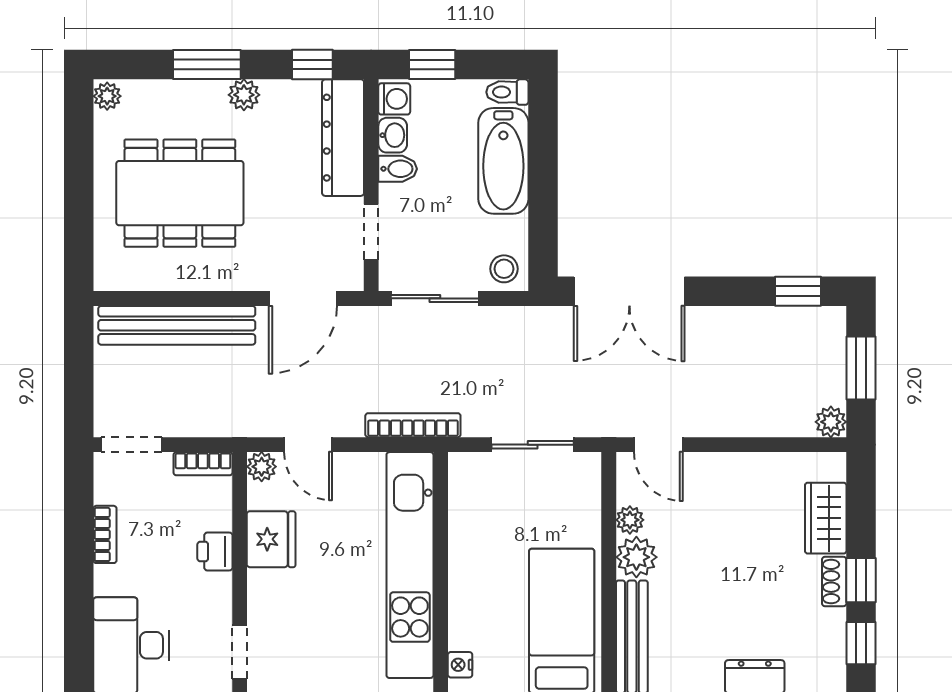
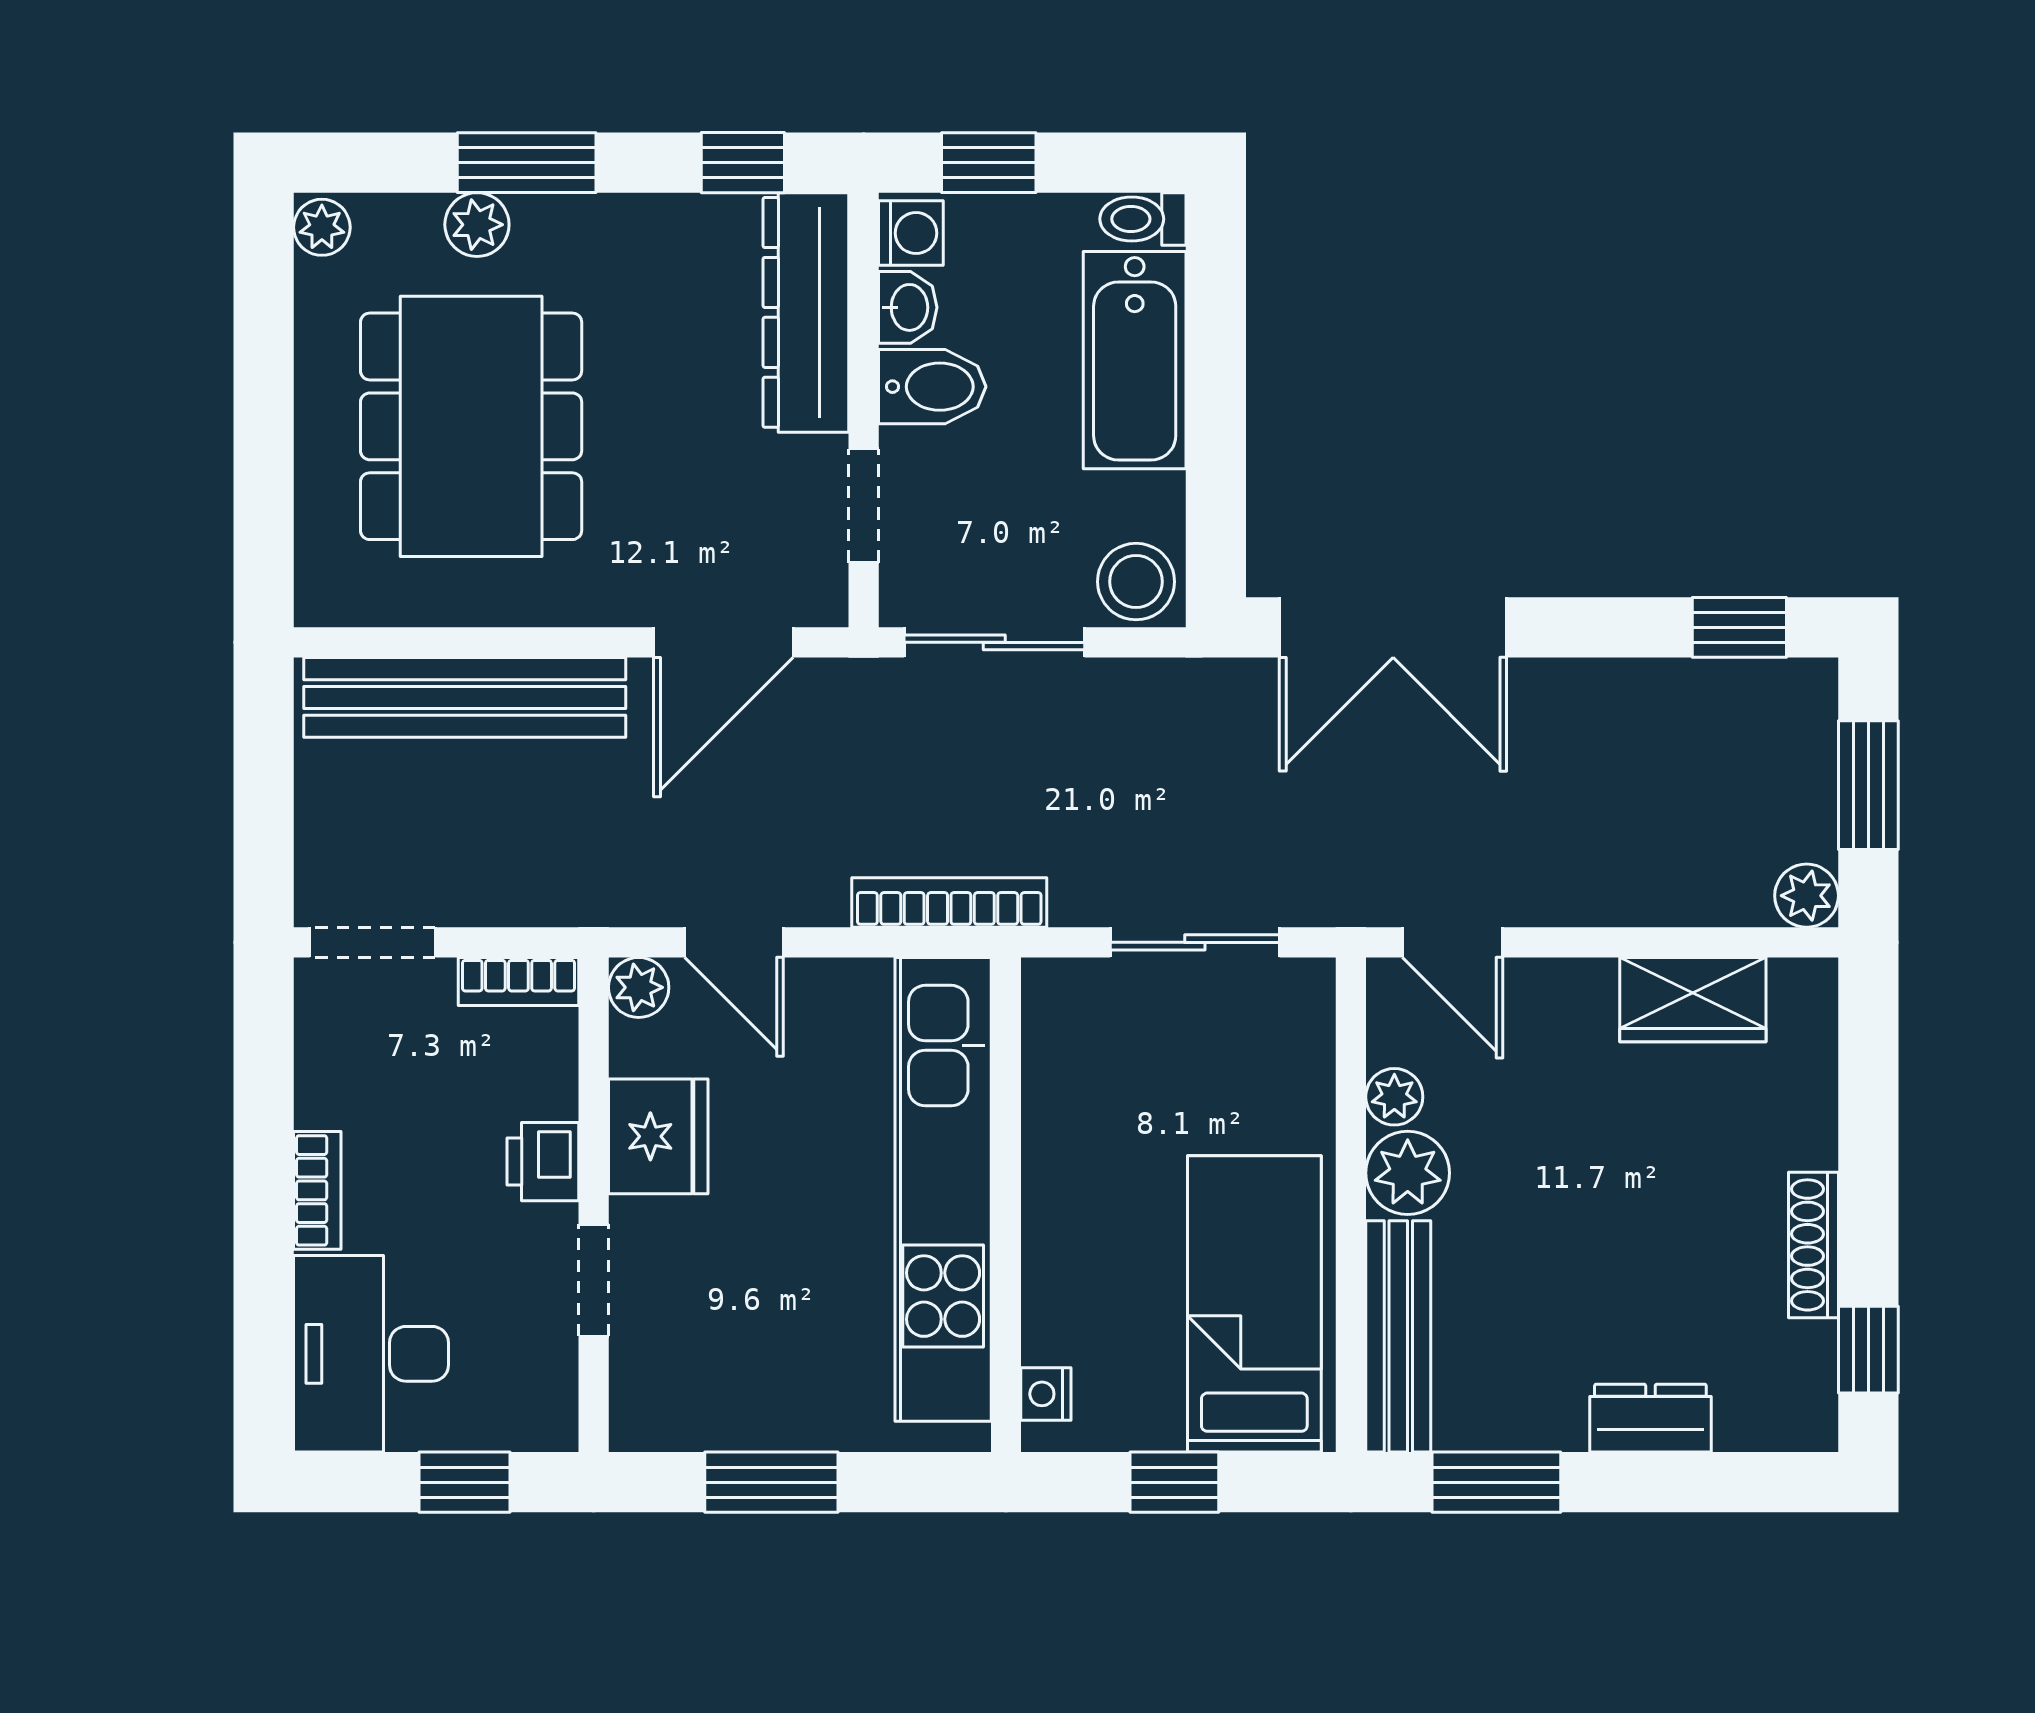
plant: (244, 95) -> (477, 225), moved
bidet: (398, 169) -> (932, 387), width x1.38, depth x1.36
dining table: (180, 193) -> (471, 426), turned 90
stool: (504, 269) -> (1136, 582), width x1.37, depth x1.37
wardrobe: (826, 518) -> (1693, 1000), moved, turned -90
bookcase: (105, 534) -> (317, 1190), moved
window: (861, 580) -> (1868, 1220), removed
shoe rack: (834, 581) -> (1813, 1245), width x1.43
doorway: (240, 652) -> (594, 1280), moved

